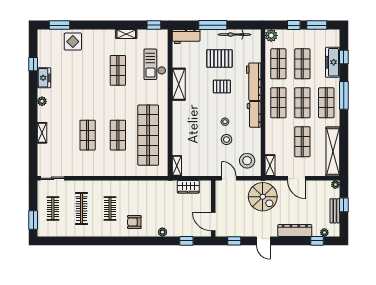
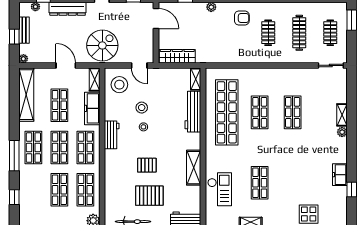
freezer: (333, 62) -> (92, 108), moved, turned 180
workbench: (254, 82) -> (193, 112), moved, turned 180
plant: (42, 101) -> (342, 132), moved
wardrobe: (188, 187) -> (177, 56), width x1.50
spiral stairs: (263, 197) -> (102, 45), turned 90

